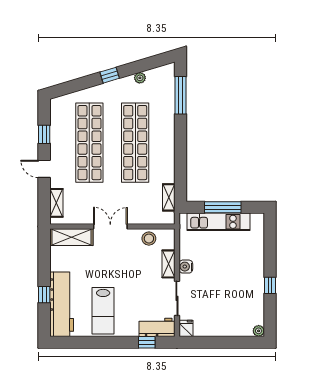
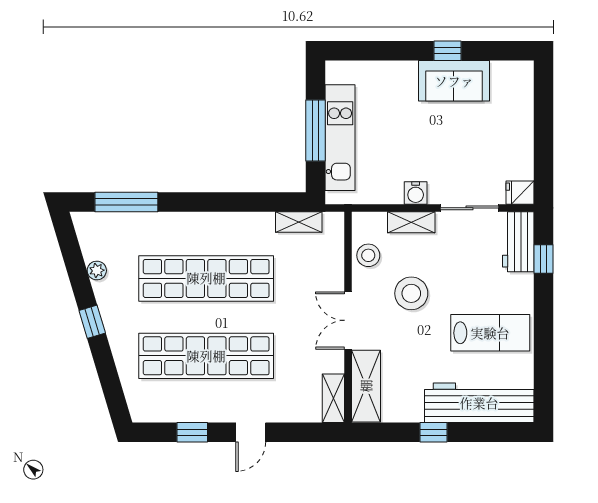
shelving: (56, 203) -> (333, 398), moved, turned 90
stool: (126, 264) -> (411, 293), added
sofa: (252, 289) -> (454, 81), added
window: (44, 295) -> (433, 432), moved
plant: (259, 331) -> (524, 70), removed

